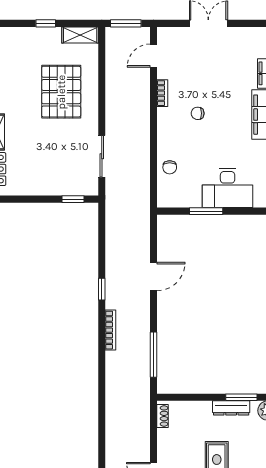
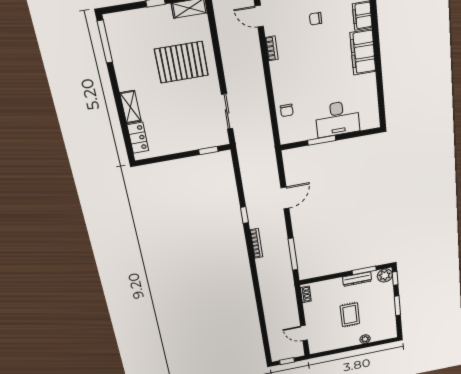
door: (153, 56) -> (259, 16), hinge flipped
pallet: (61, 92) -> (182, 62), turned 90
chair: (198, 113) -> (316, 19), moved

